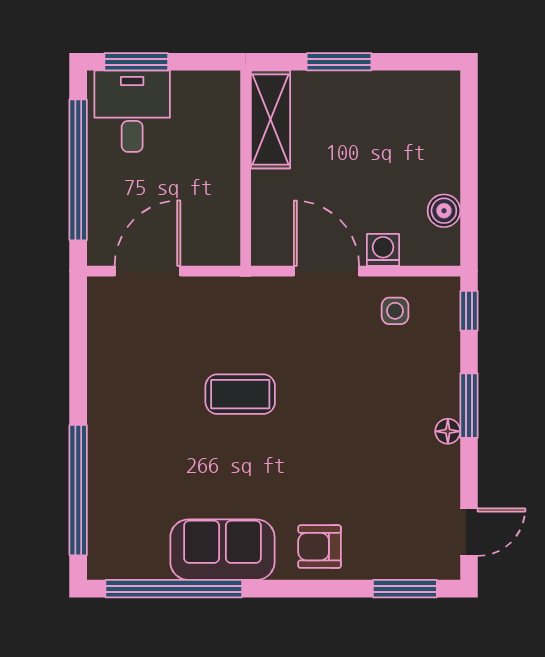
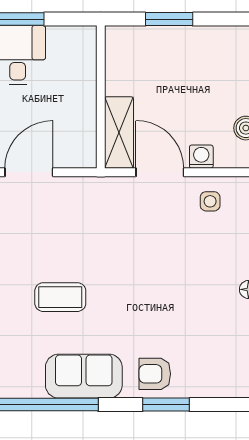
shelving: (271, 119) -> (119, 133), moved
coffee table: (240, 394) -> (60, 297), moved
window: (405, 589) -> (166, 405), moved

